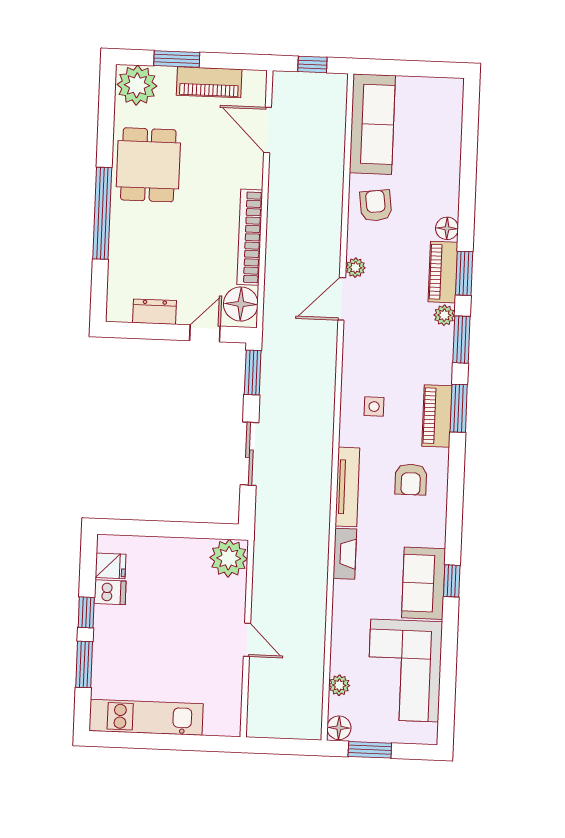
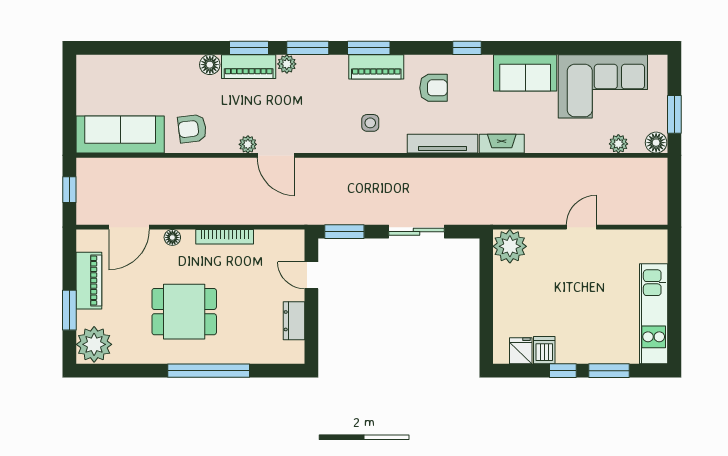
dining table: (148, 165) -> (184, 312), moved
bookcase: (250, 237) -> (225, 237), width x0.68, depth x0.76
floor lamp: (241, 304) -> (172, 237), moved, width x0.53, depth x0.53
window: (452, 581) -> (467, 48), moved

